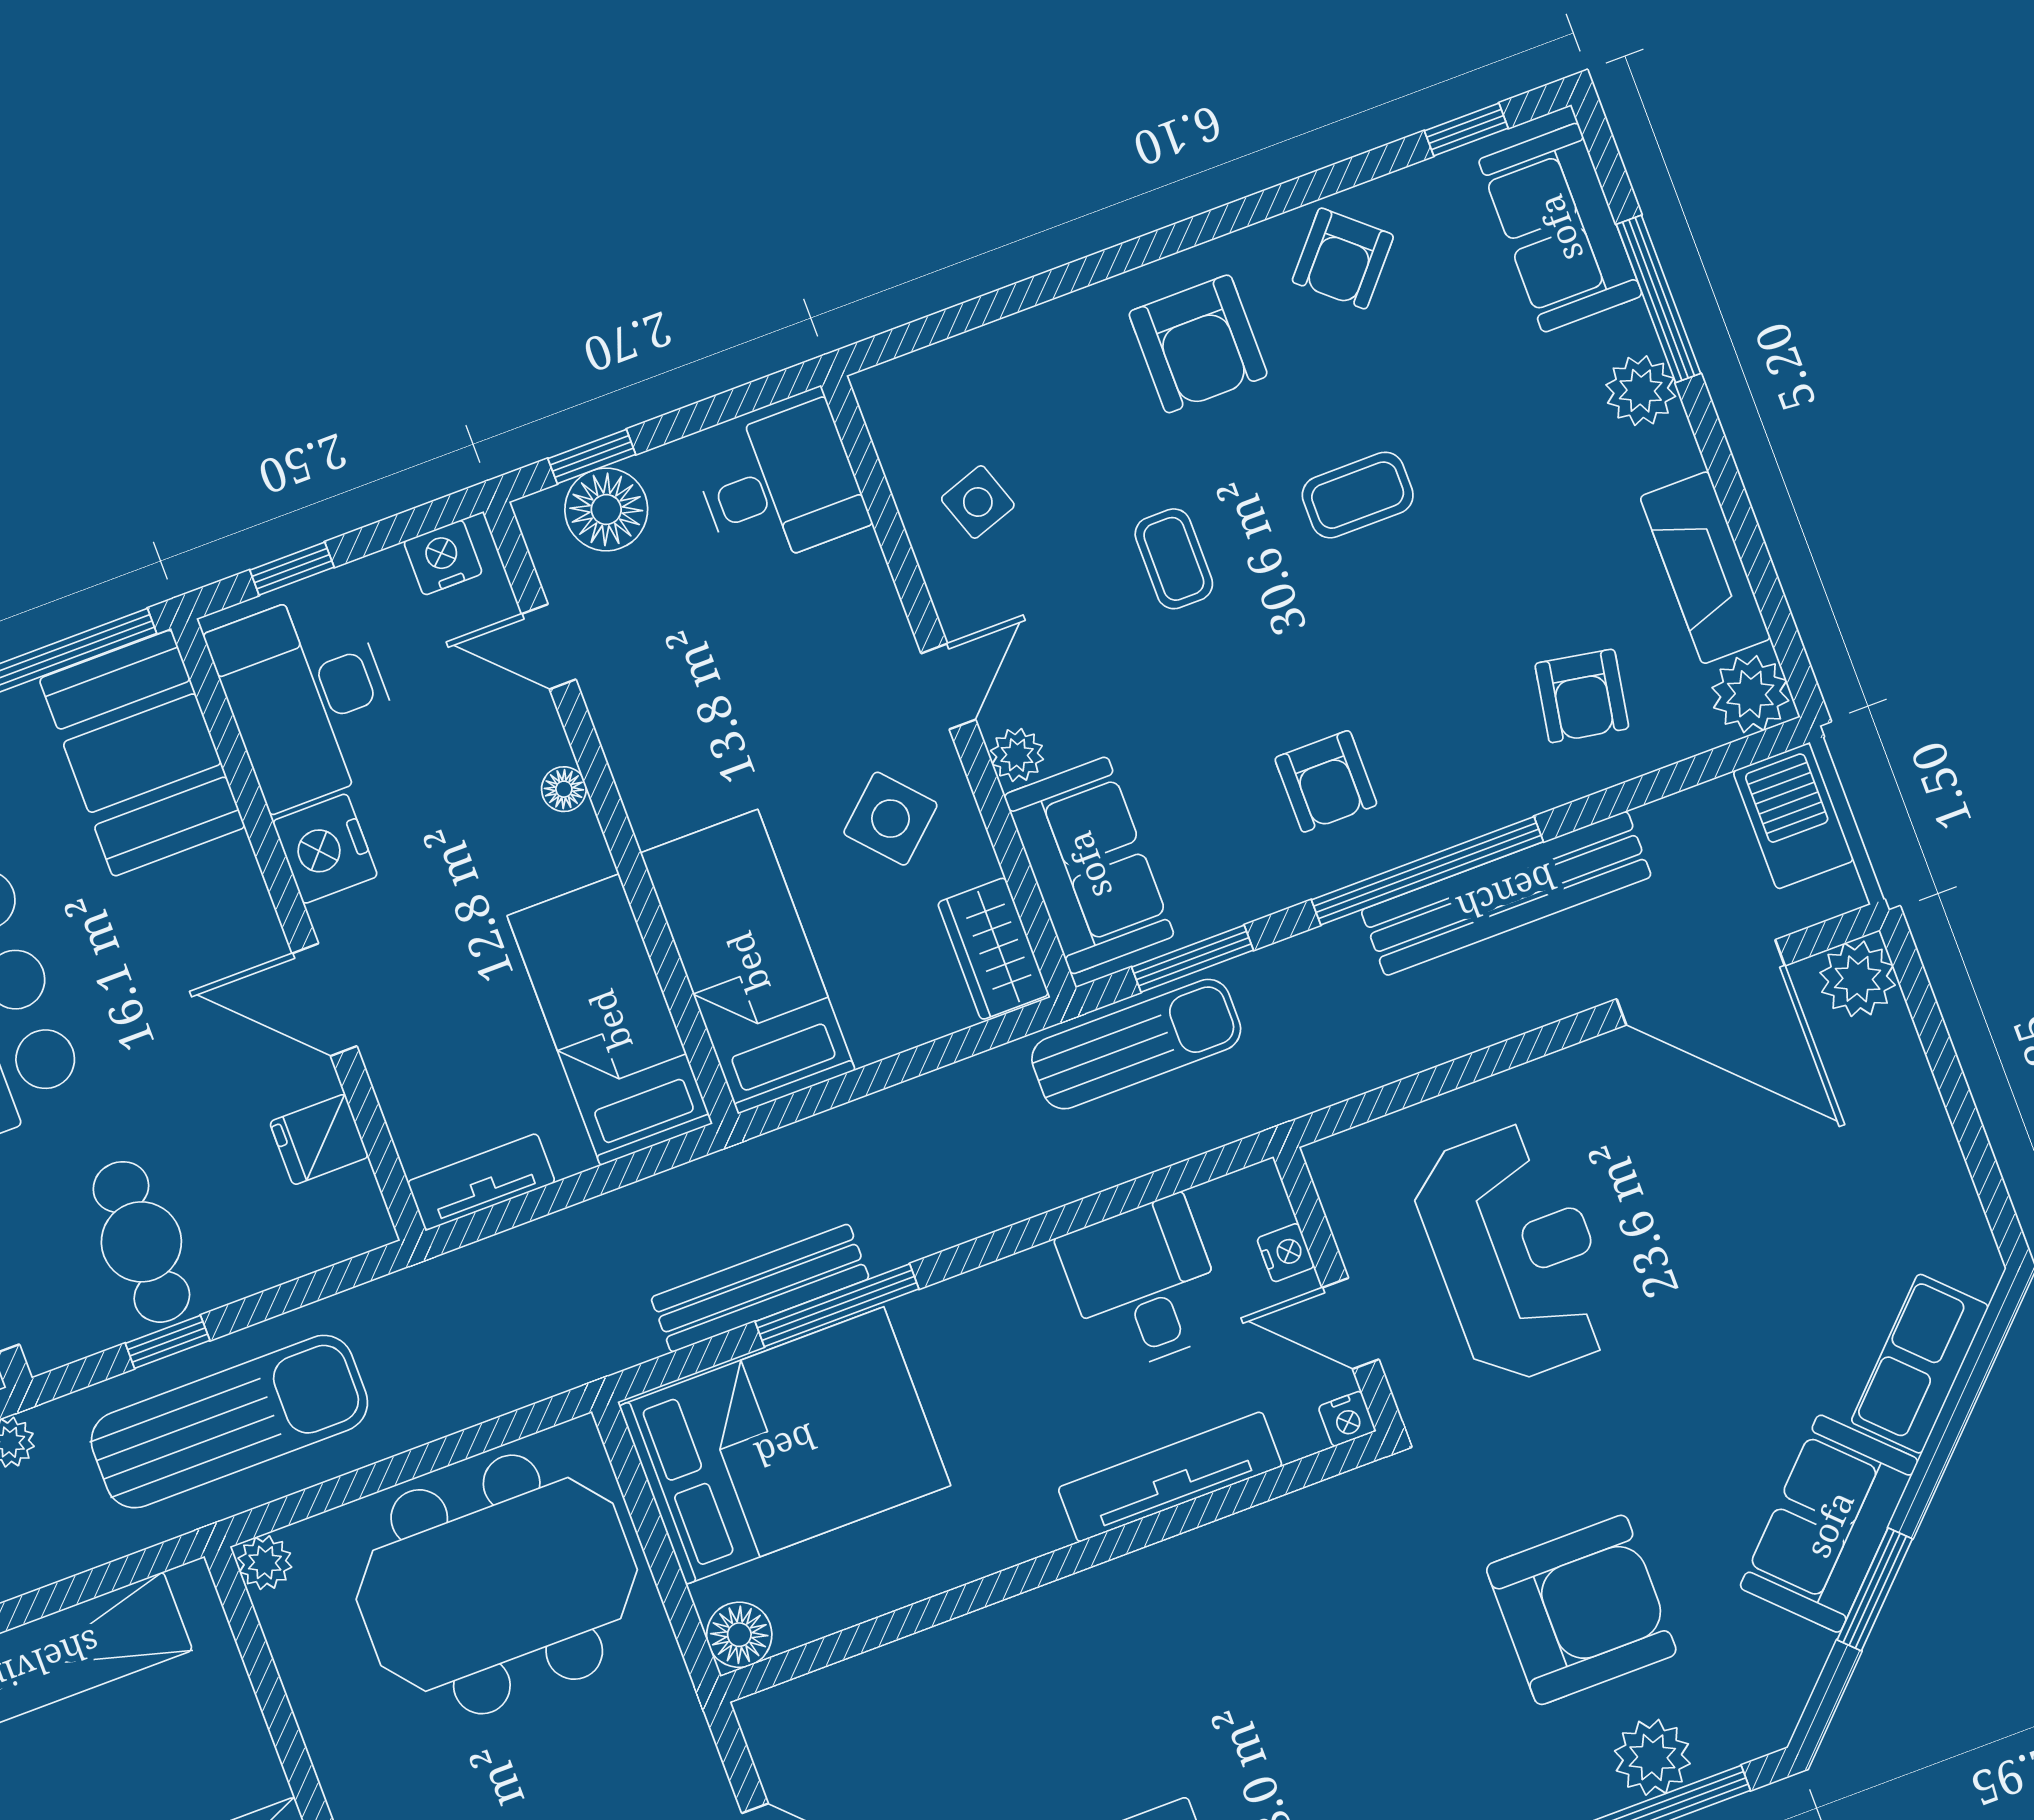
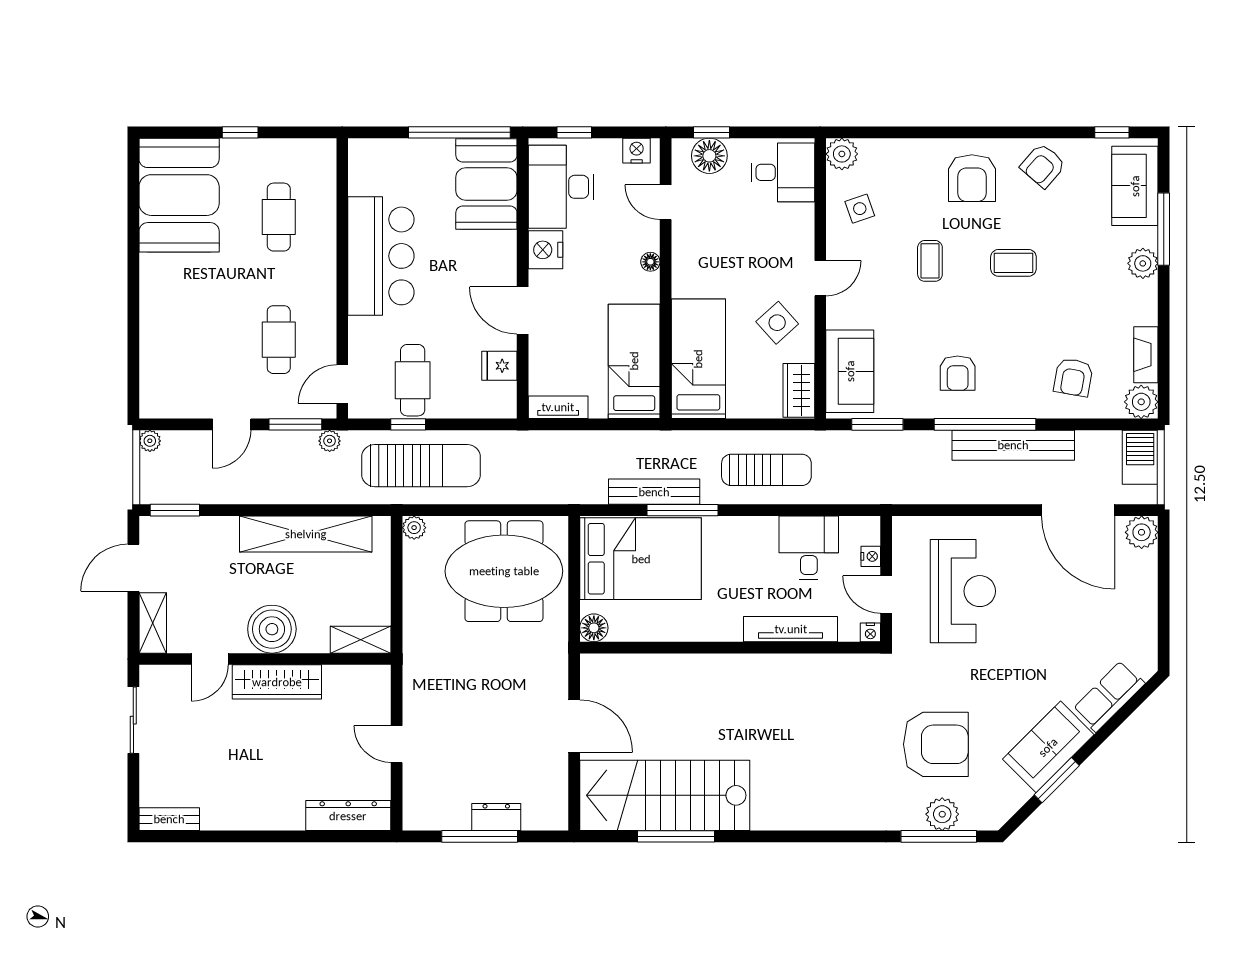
fireplace: (1705, 568) -> (1146, 355), width x0.73, depth x0.76
plant: (1017, 755) -> (842, 154), moved, width x1.38, depth x1.38
sun lounger: (1136, 1044) -> (766, 470), moved

